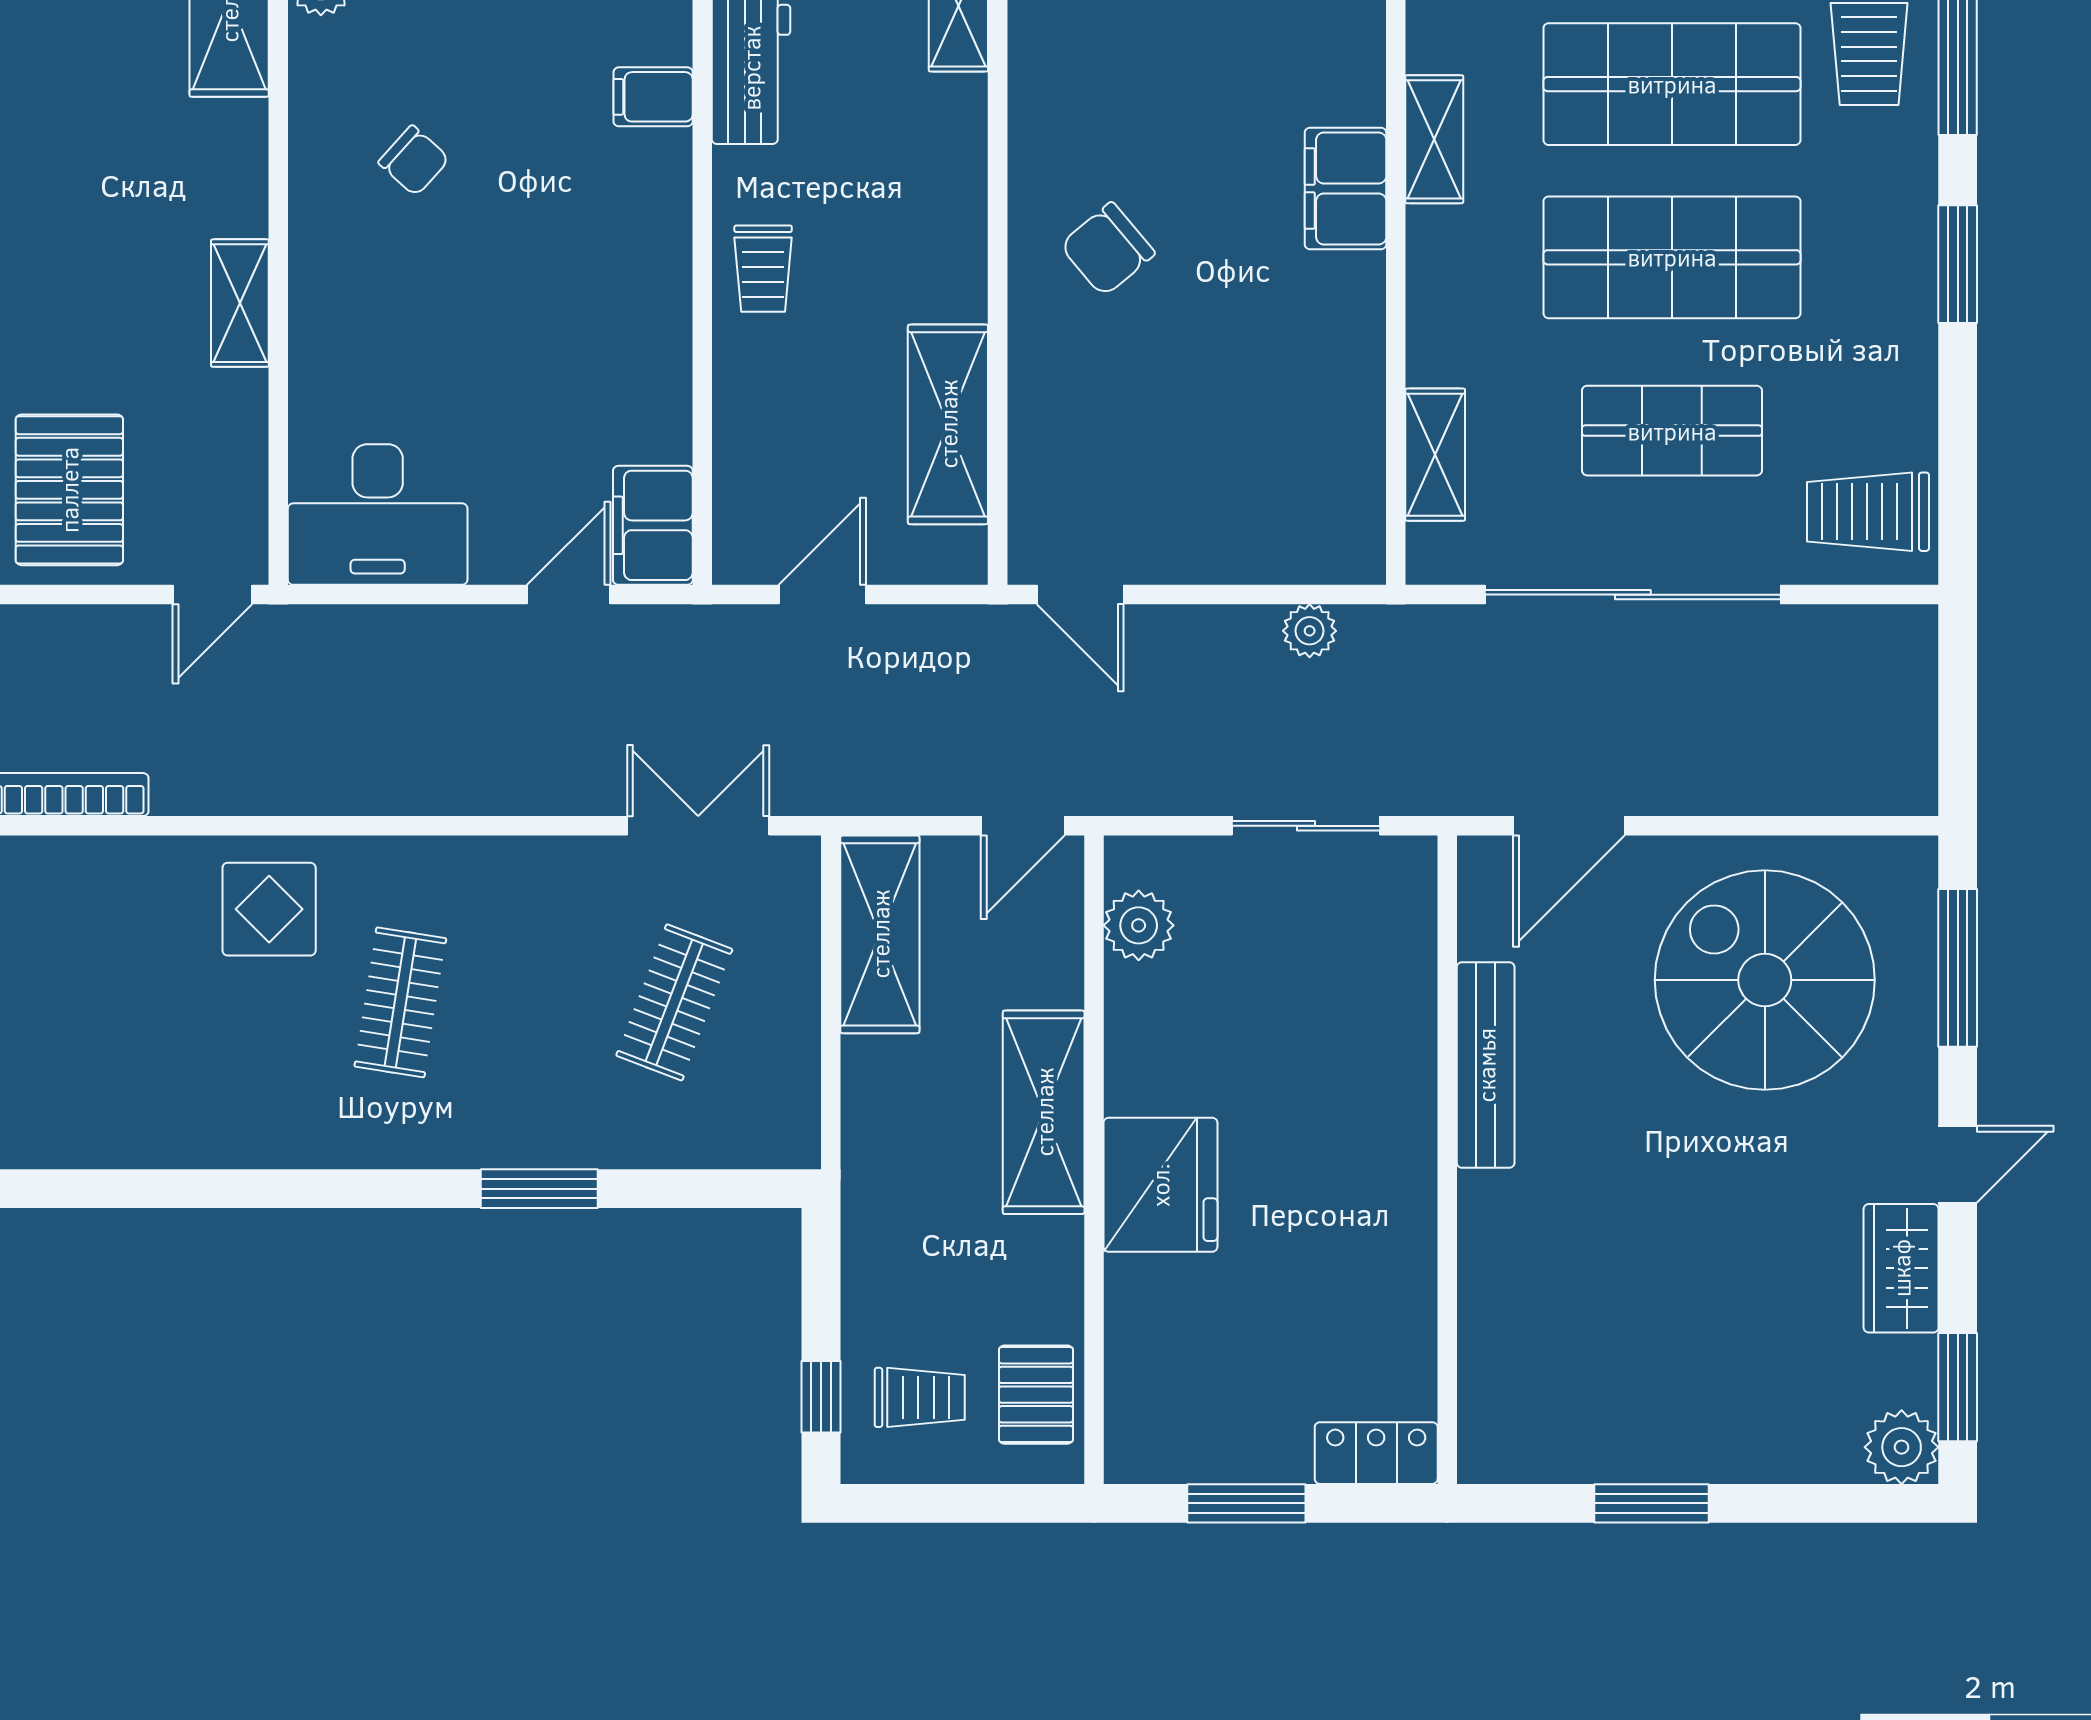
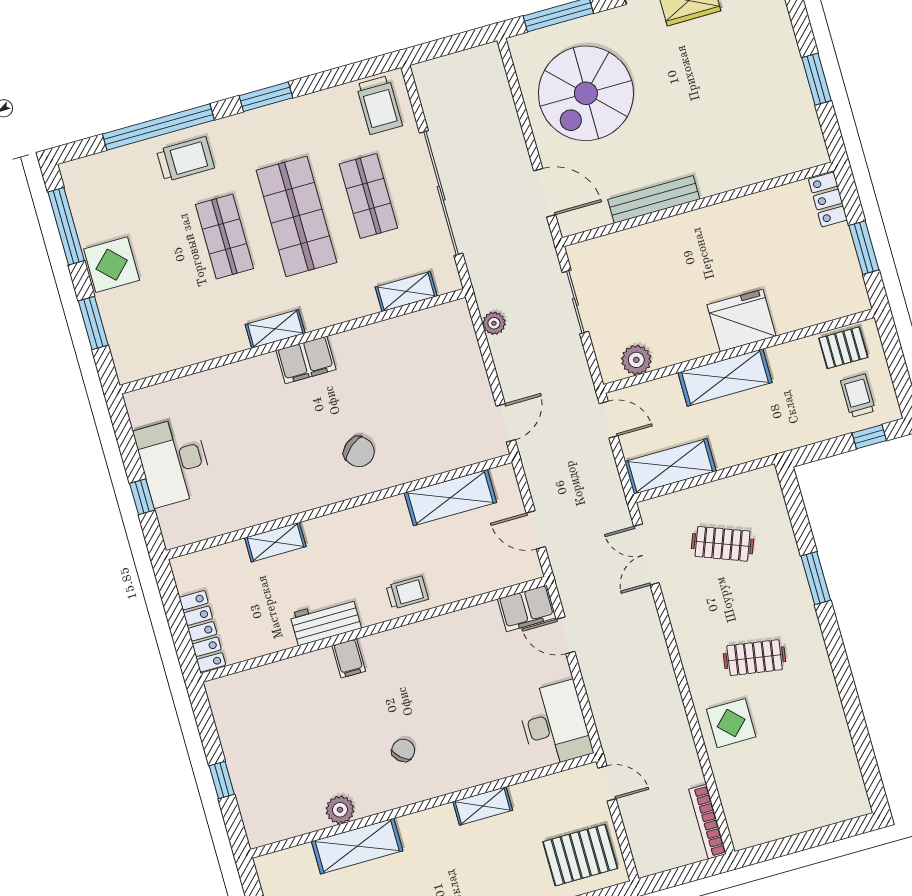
shop shelf: (1672, 84) -> (224, 237), width x0.70, depth x0.74

